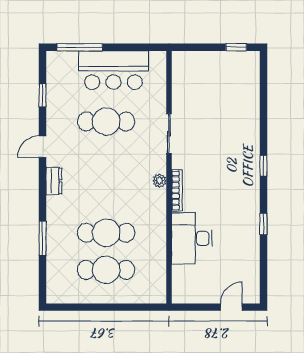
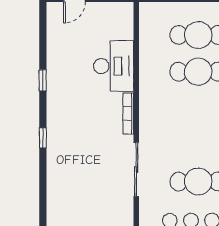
sliding door: (169, 134) -> (136, 170), width x1.37
plant: (159, 181) -> (145, 123), removed

